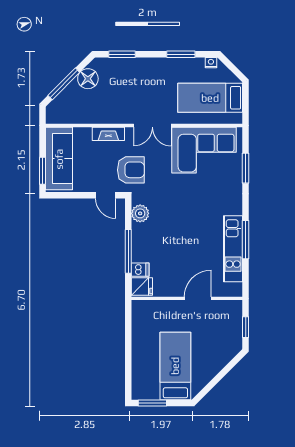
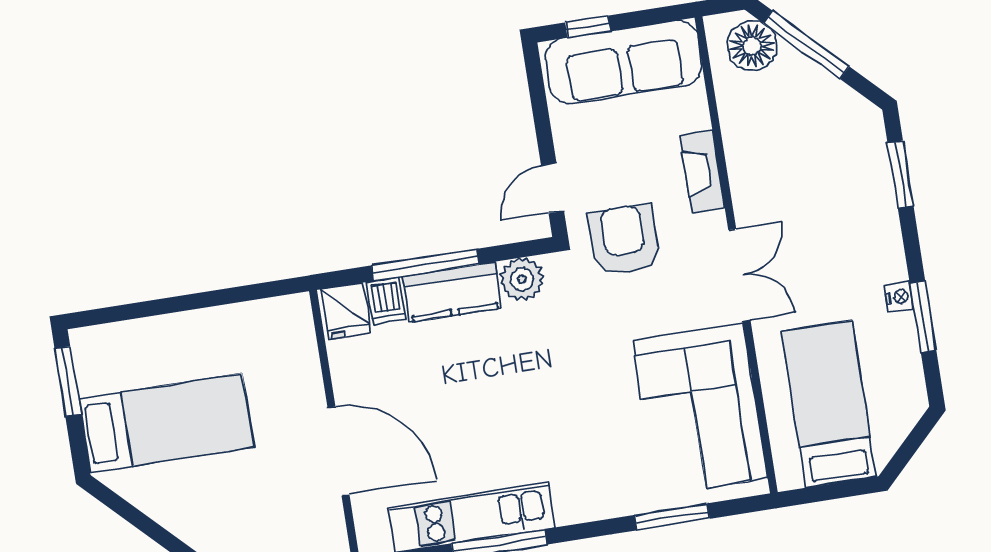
nightstand: (211, 63) -> (899, 297), moved
floor lamp: (88, 79) -> (752, 46), moved
double door: (152, 126) -> (739, 275), swing flipped
armchair: (131, 170) -> (624, 240), turned 180
window: (43, 171) -> (588, 27), width x0.67
kitchen counter: (141, 243) -> (452, 292), added
door: (198, 298) -> (338, 451), width x1.36

